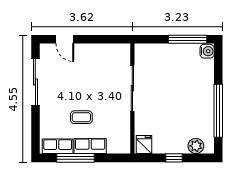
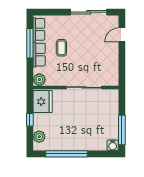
fridge: (144, 145) -> (43, 102), width x1.88, depth x1.34
plant: (122, 146) -> (39, 80), added

